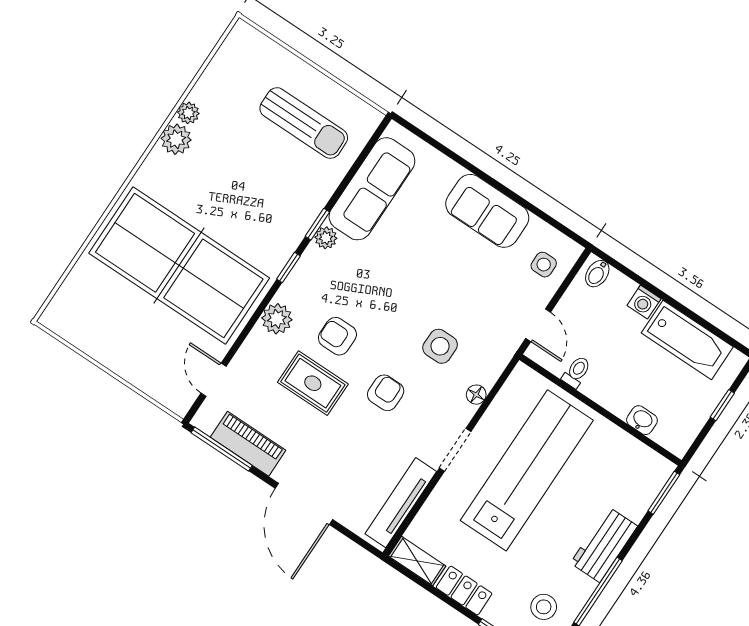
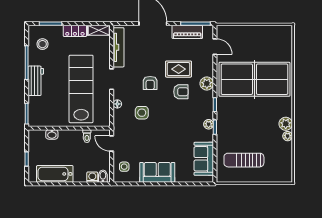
sofa: (372, 189) -> (204, 159), width x0.73
washing machine: (644, 302) -> (92, 177), moved
lab bench: (527, 470) -> (81, 89), turned 180

